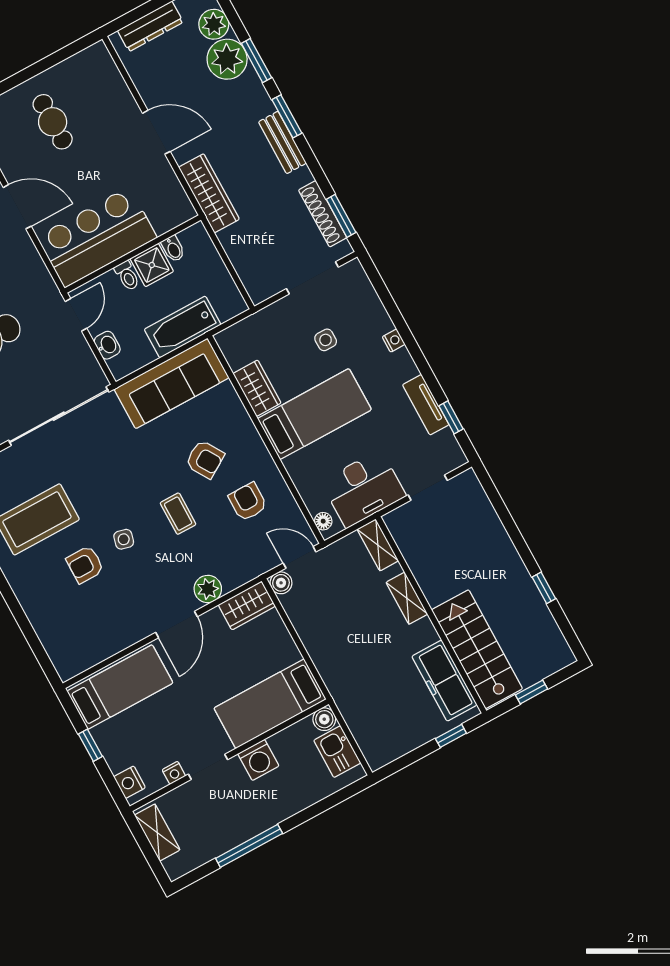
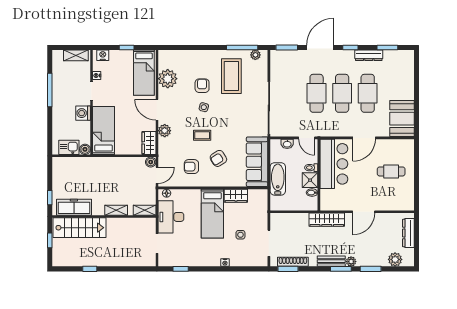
plant: (227, 59) -> (351, 262), moved, width x0.53, depth x0.53
tv unit: (426, 405) -> (191, 261), removed
armchair: (248, 502) -> (191, 167), turned 180
plant: (107, 636) -> (168, 79), added

